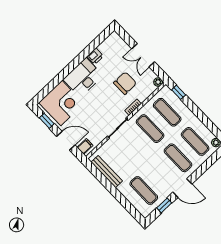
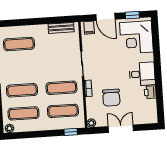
desk: (83, 78) -> (142, 74), width x0.73
door: (66, 141) -> (105, 17), hinge flipped
bench: (107, 172) -> (61, 28), width x0.73

